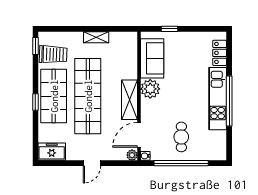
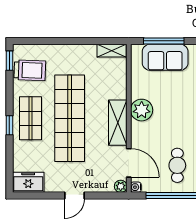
window: (169, 29) -> (164, 41), width x2.17
shelving: (96, 37) -> (112, 51), moved
sofa: (152, 58) -> (165, 57), moved, turned 90
shop shelf: (54, 96) -> (30, 118), width x0.70, depth x0.74
door: (139, 135) -> (129, 163), swing flipped

